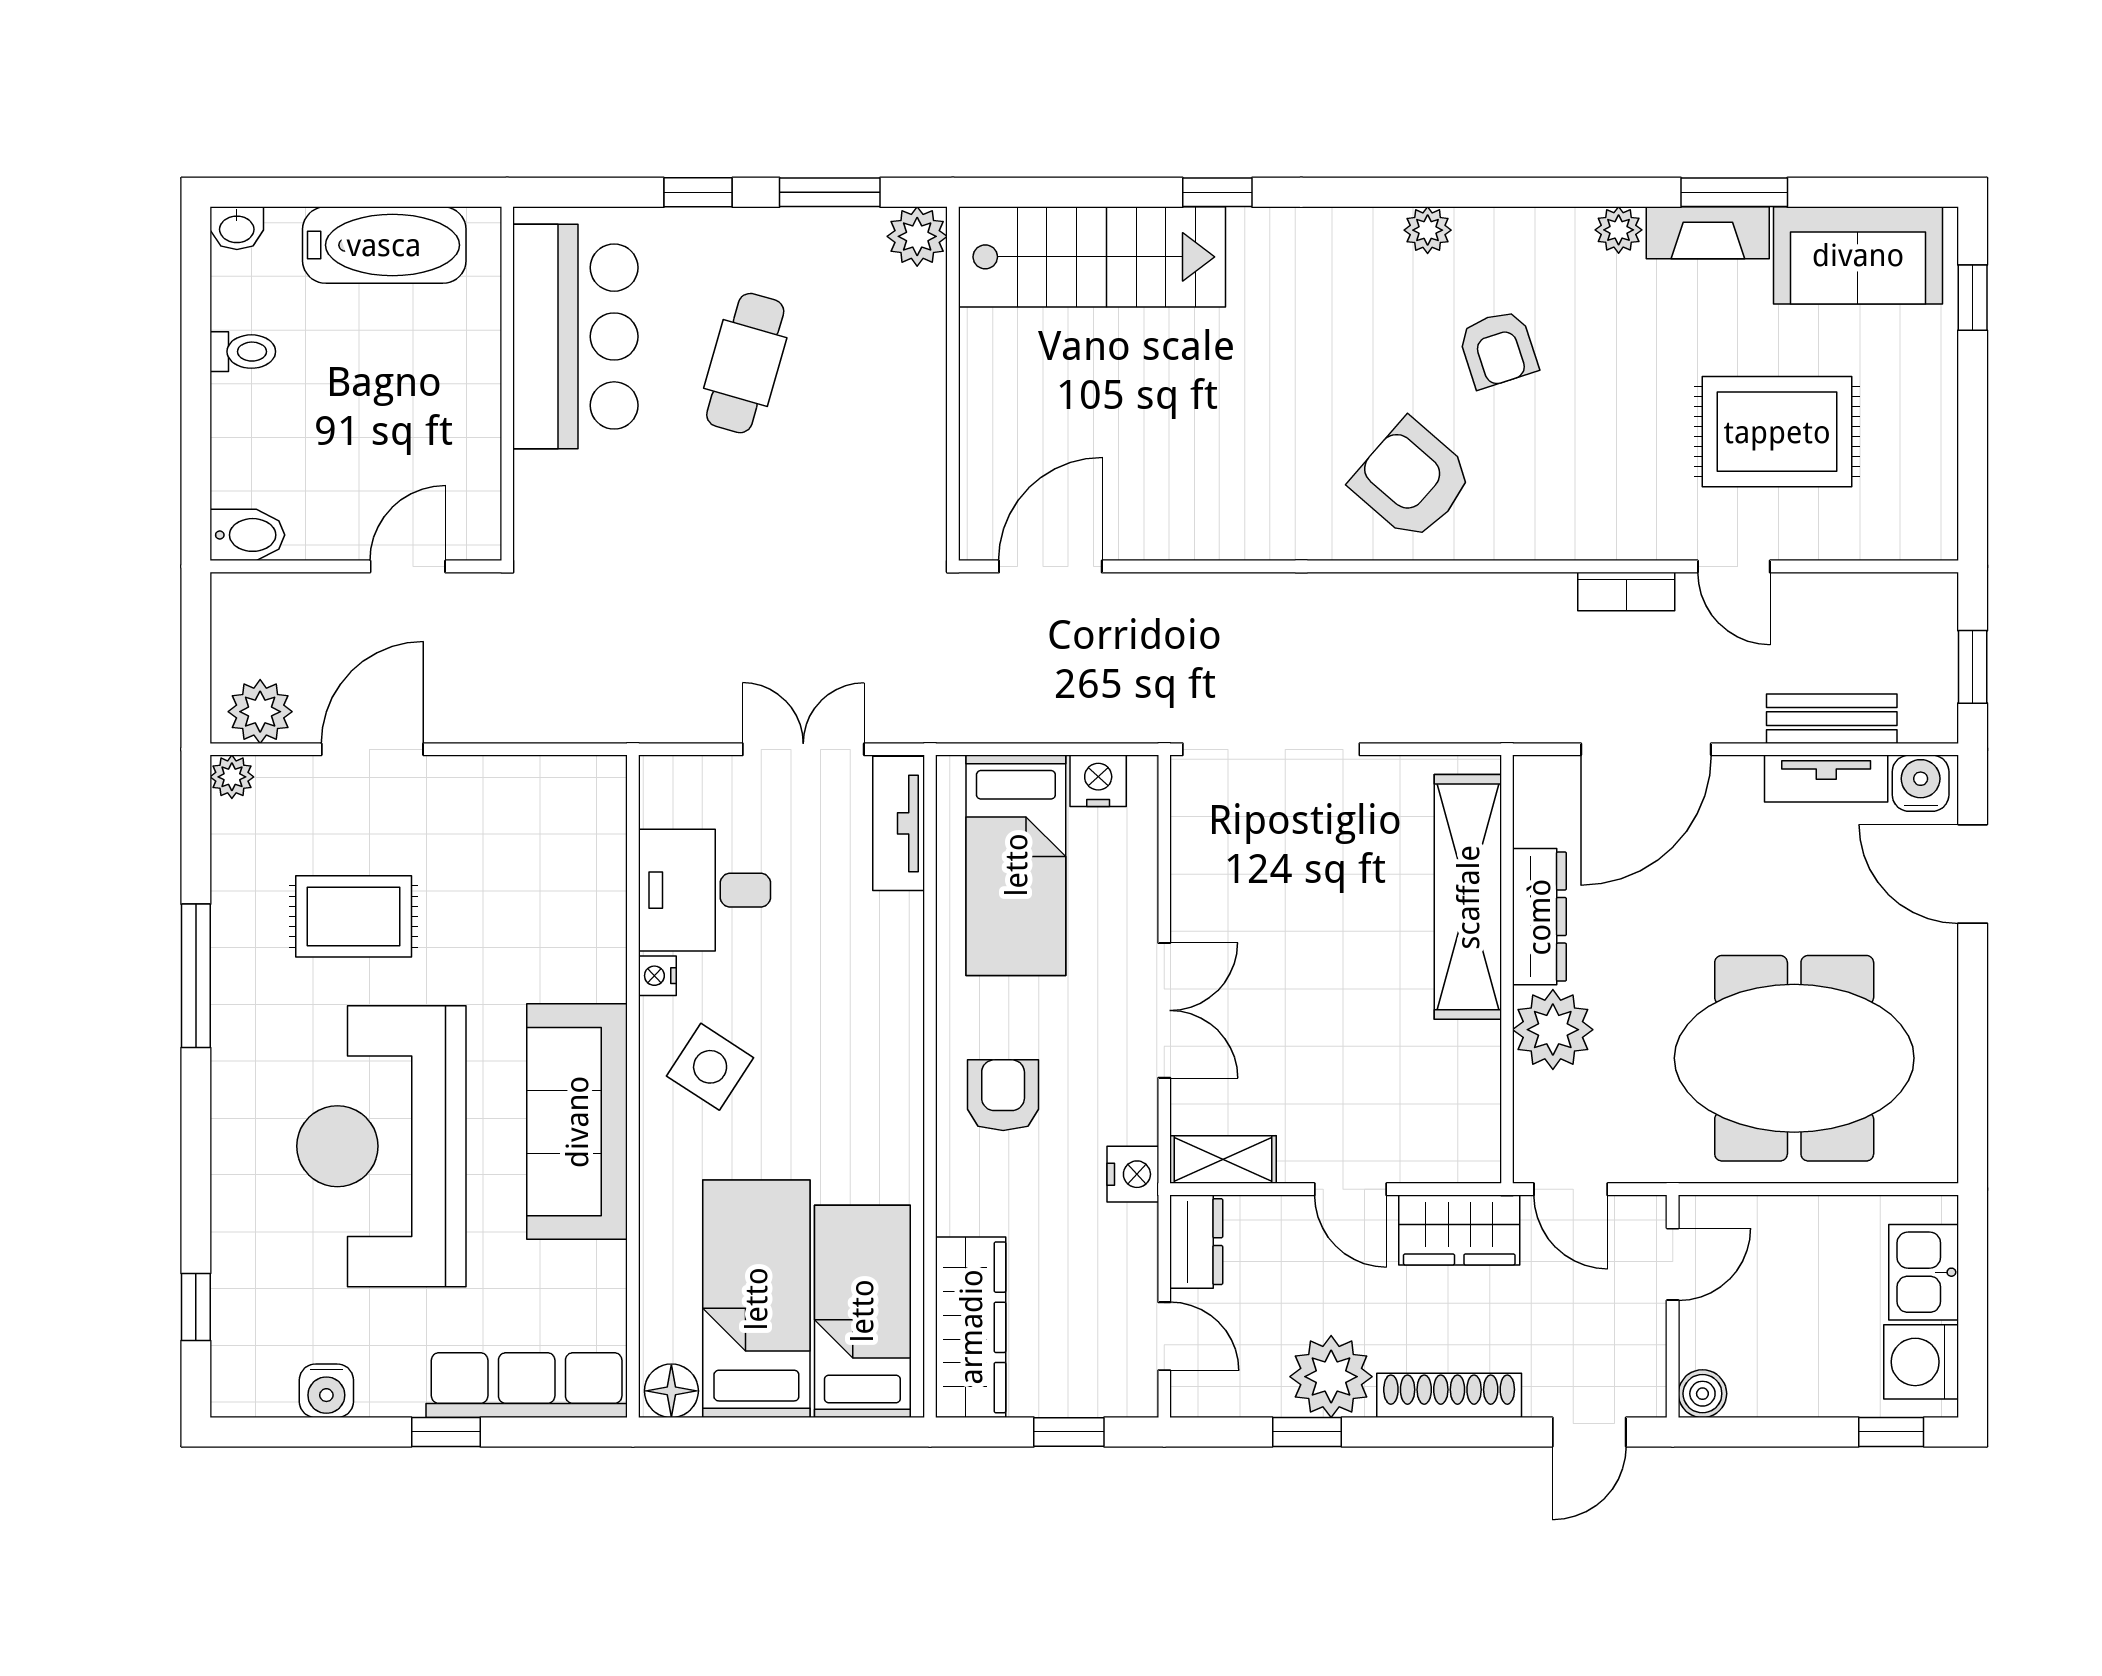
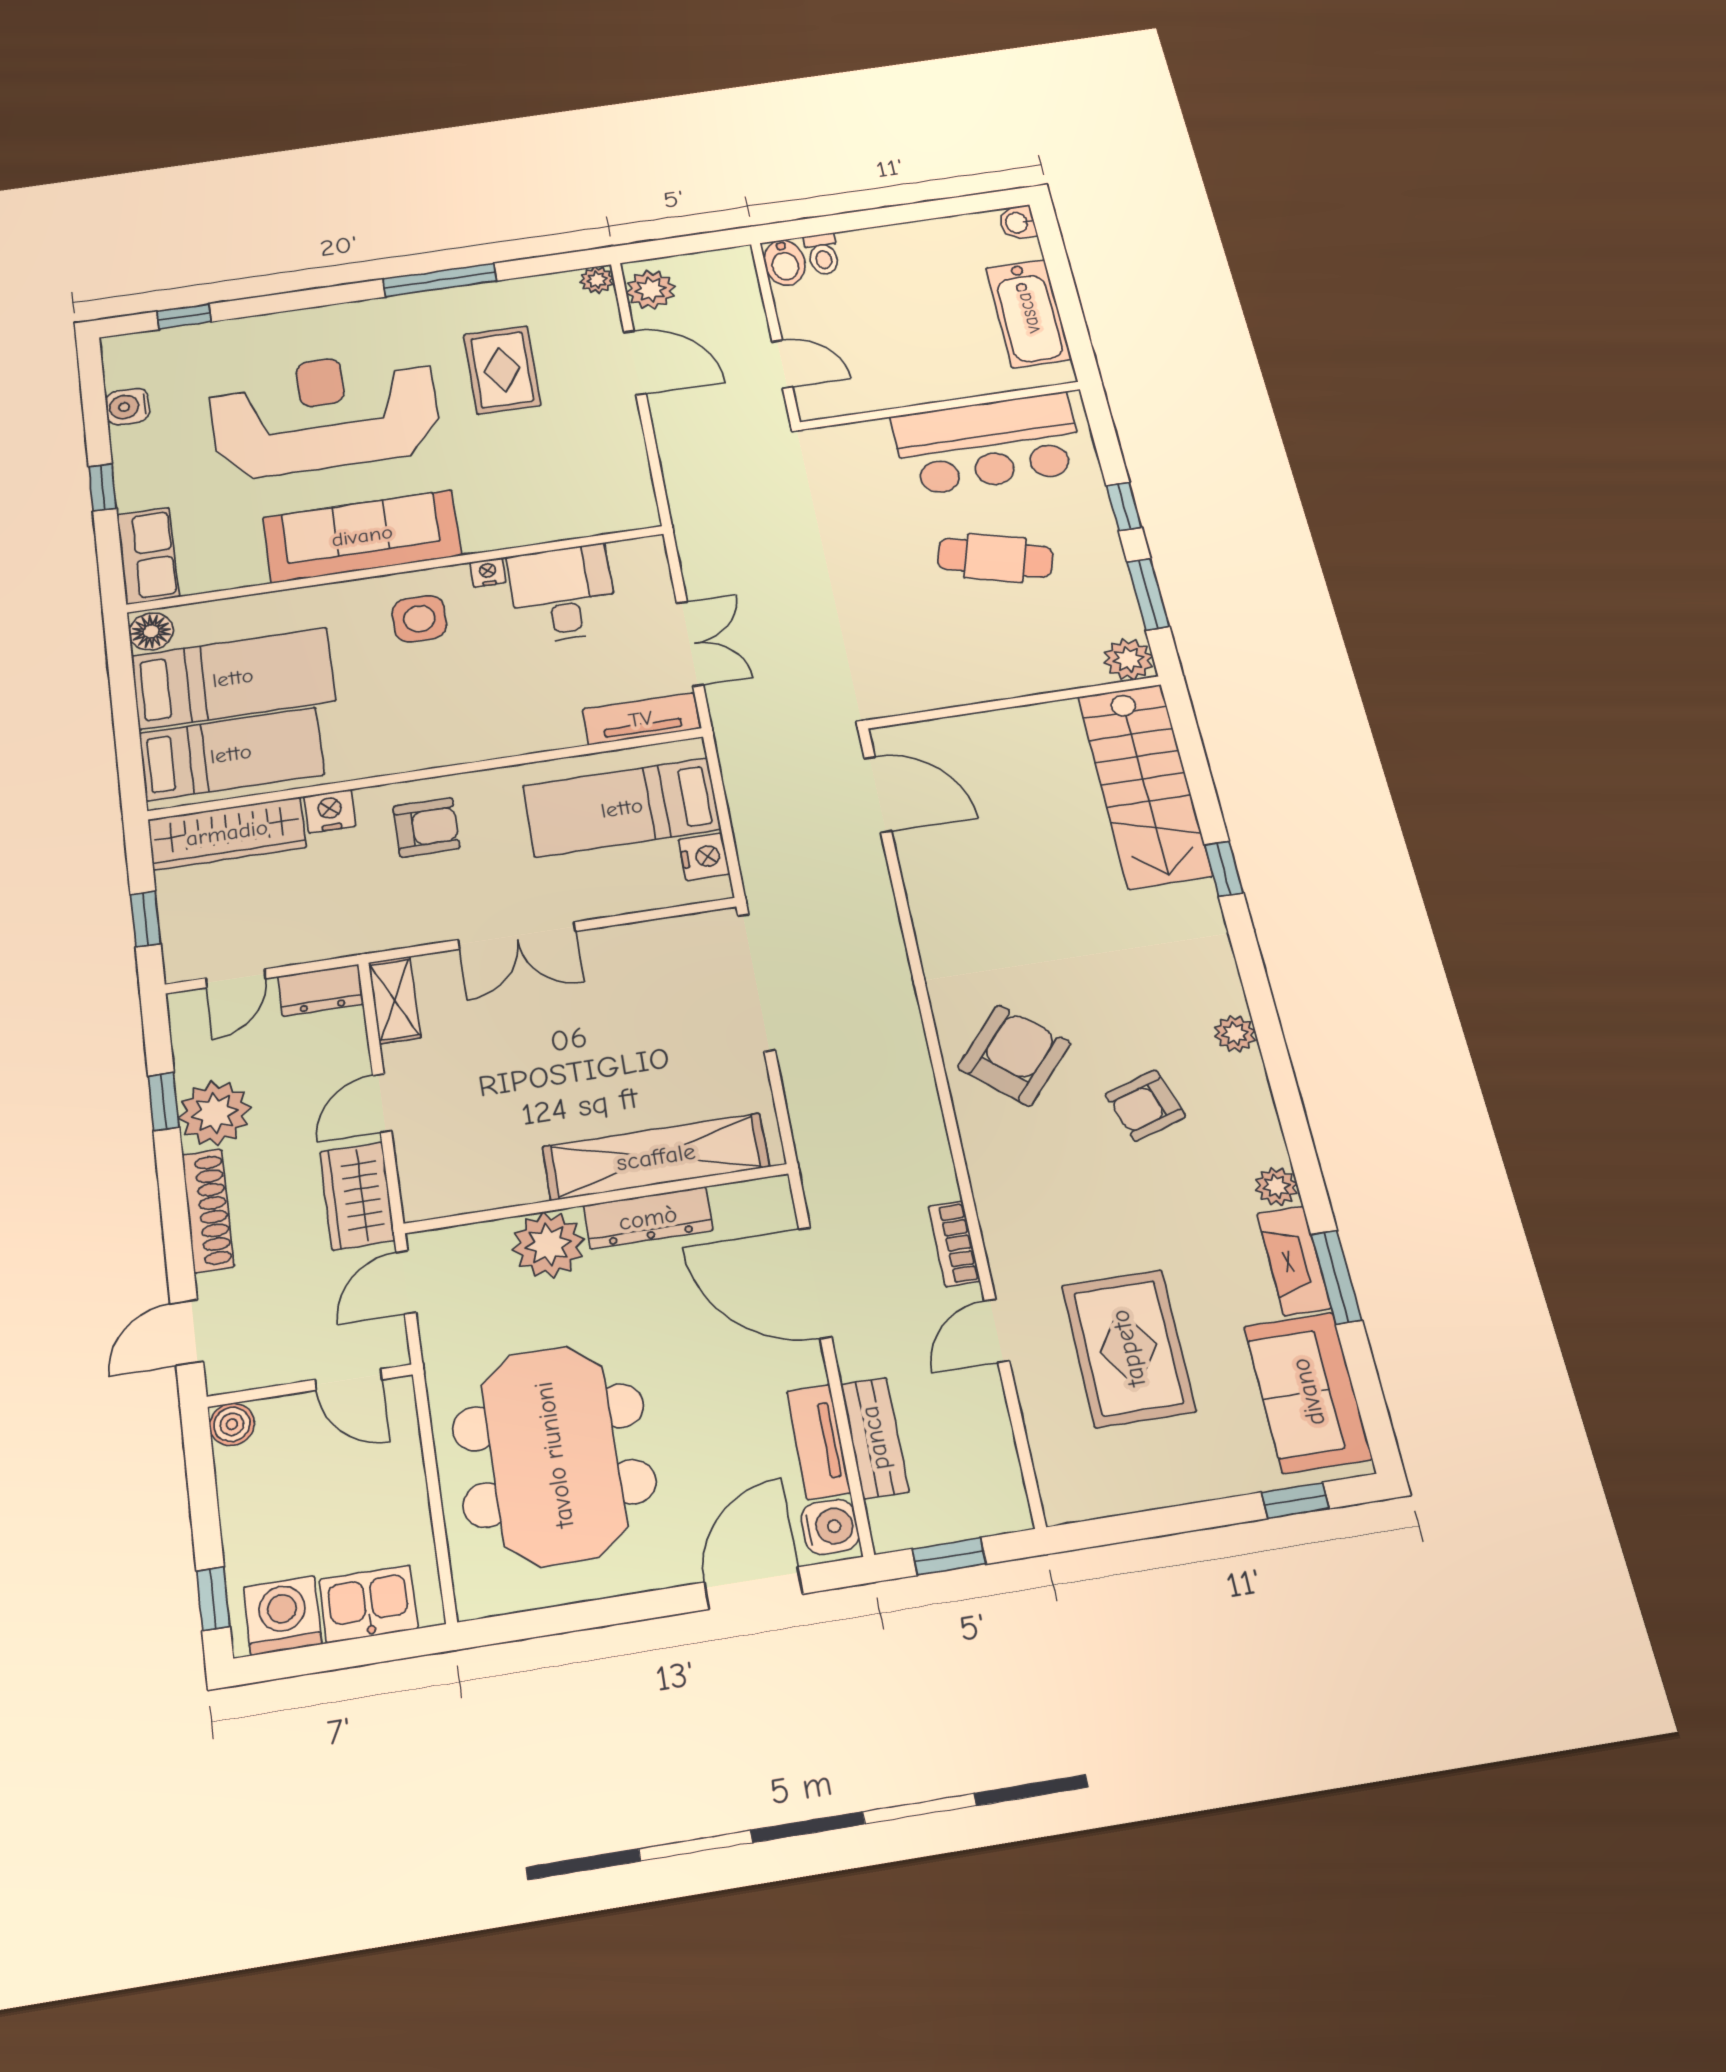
toilet: (243, 352) -> (823, 254), moved
side table: (710, 1067) -> (419, 619), turned -33
nightstand: (1133, 1174) -> (330, 811), moved, turned 180
row of seats: (527, 1385) -> (148, 556), width x0.68
door: (1589, 1432) -> (187, 1333), hinge flipped

